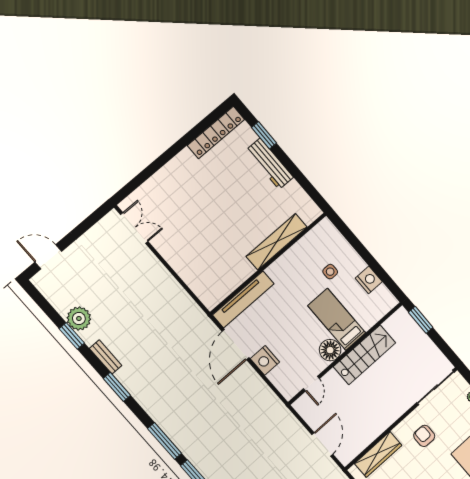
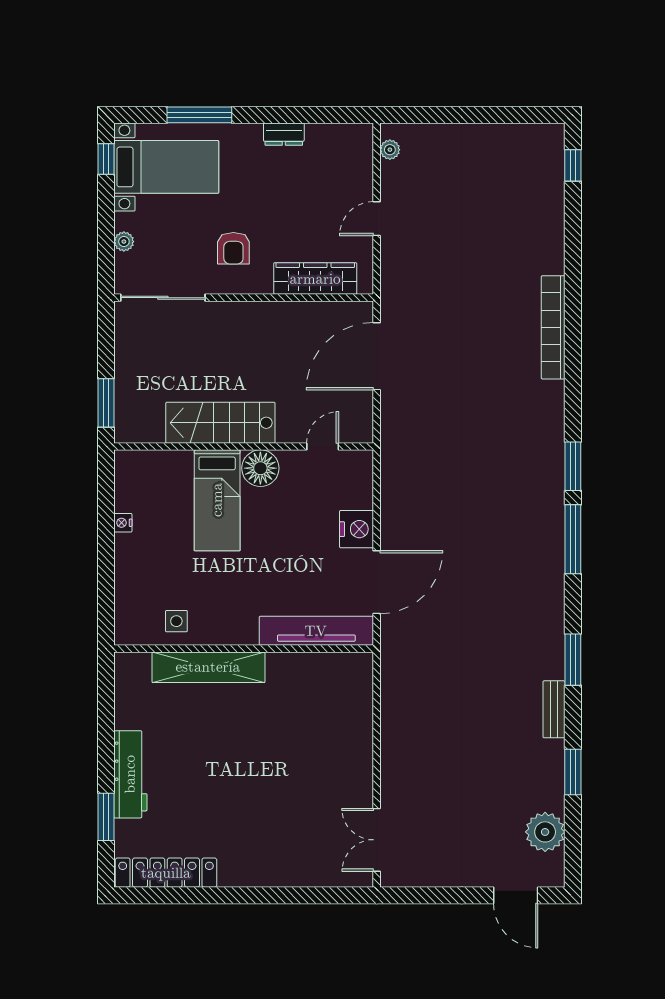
side table: (330, 272) -> (176, 621), moved
nightstand: (369, 280) -> (123, 523), width x0.53, depth x0.56
plant: (79, 319) -> (545, 832), moved
door: (322, 444) -> (377, 356), width x1.36

